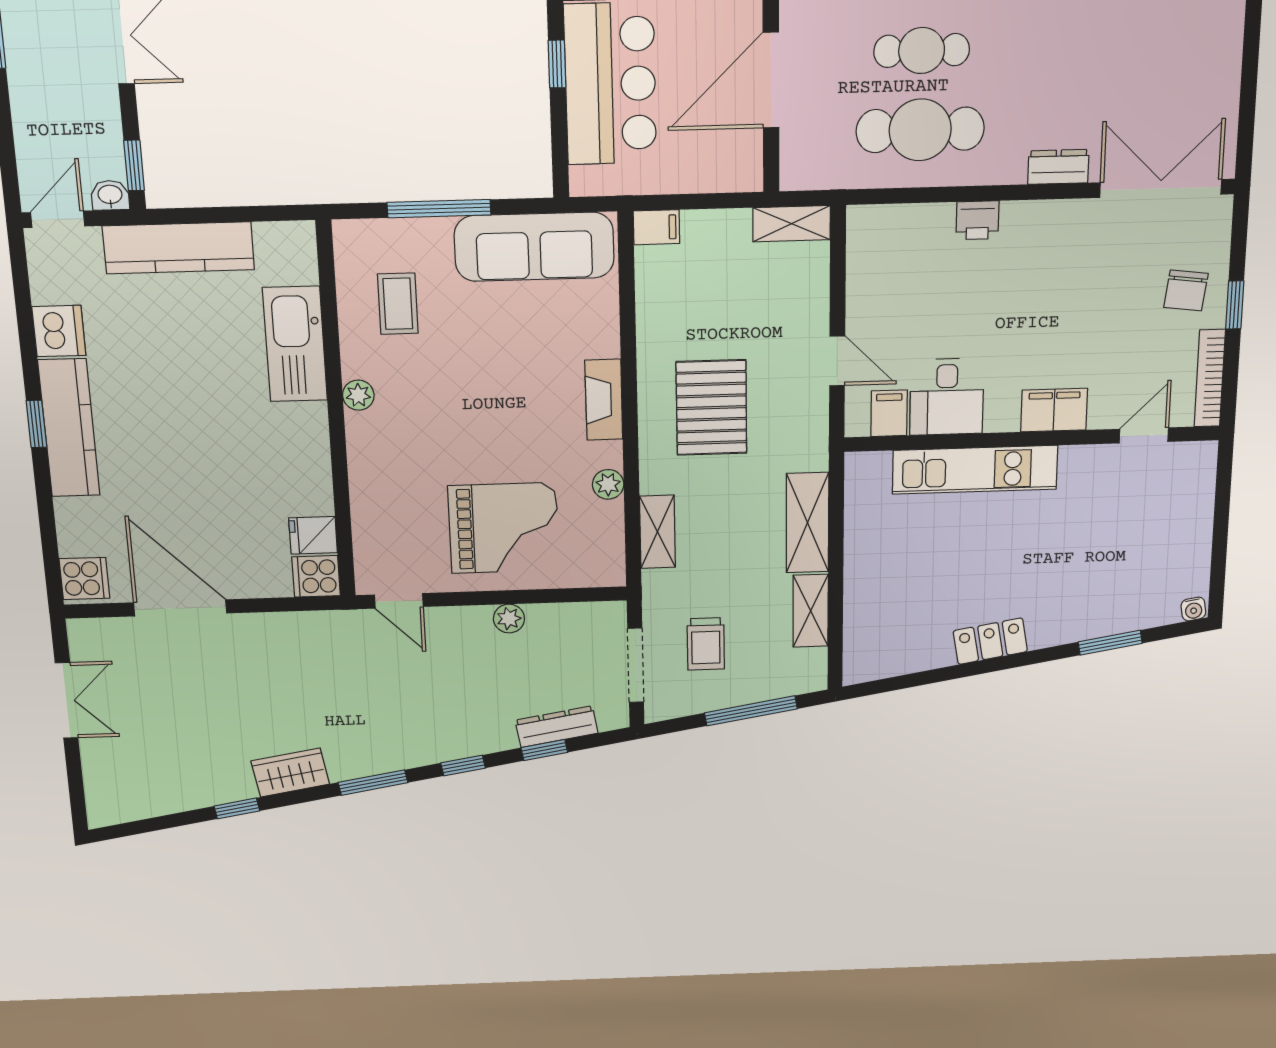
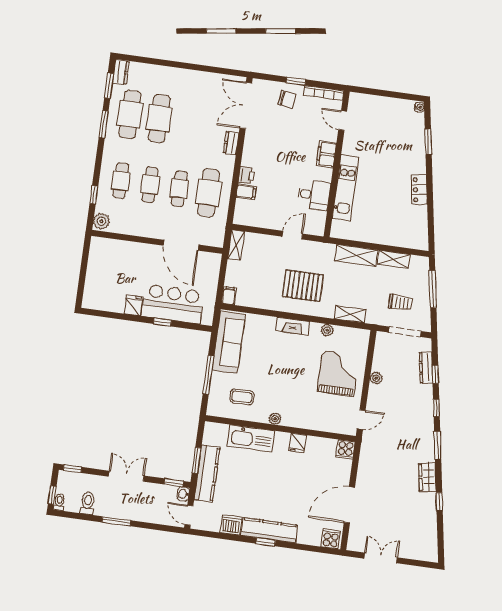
window: (207, 215) -> (197, 460), added
filing cabinet: (889, 413) -> (246, 192), moved, turned 180
fridge: (313, 535) -> (298, 443), moved

